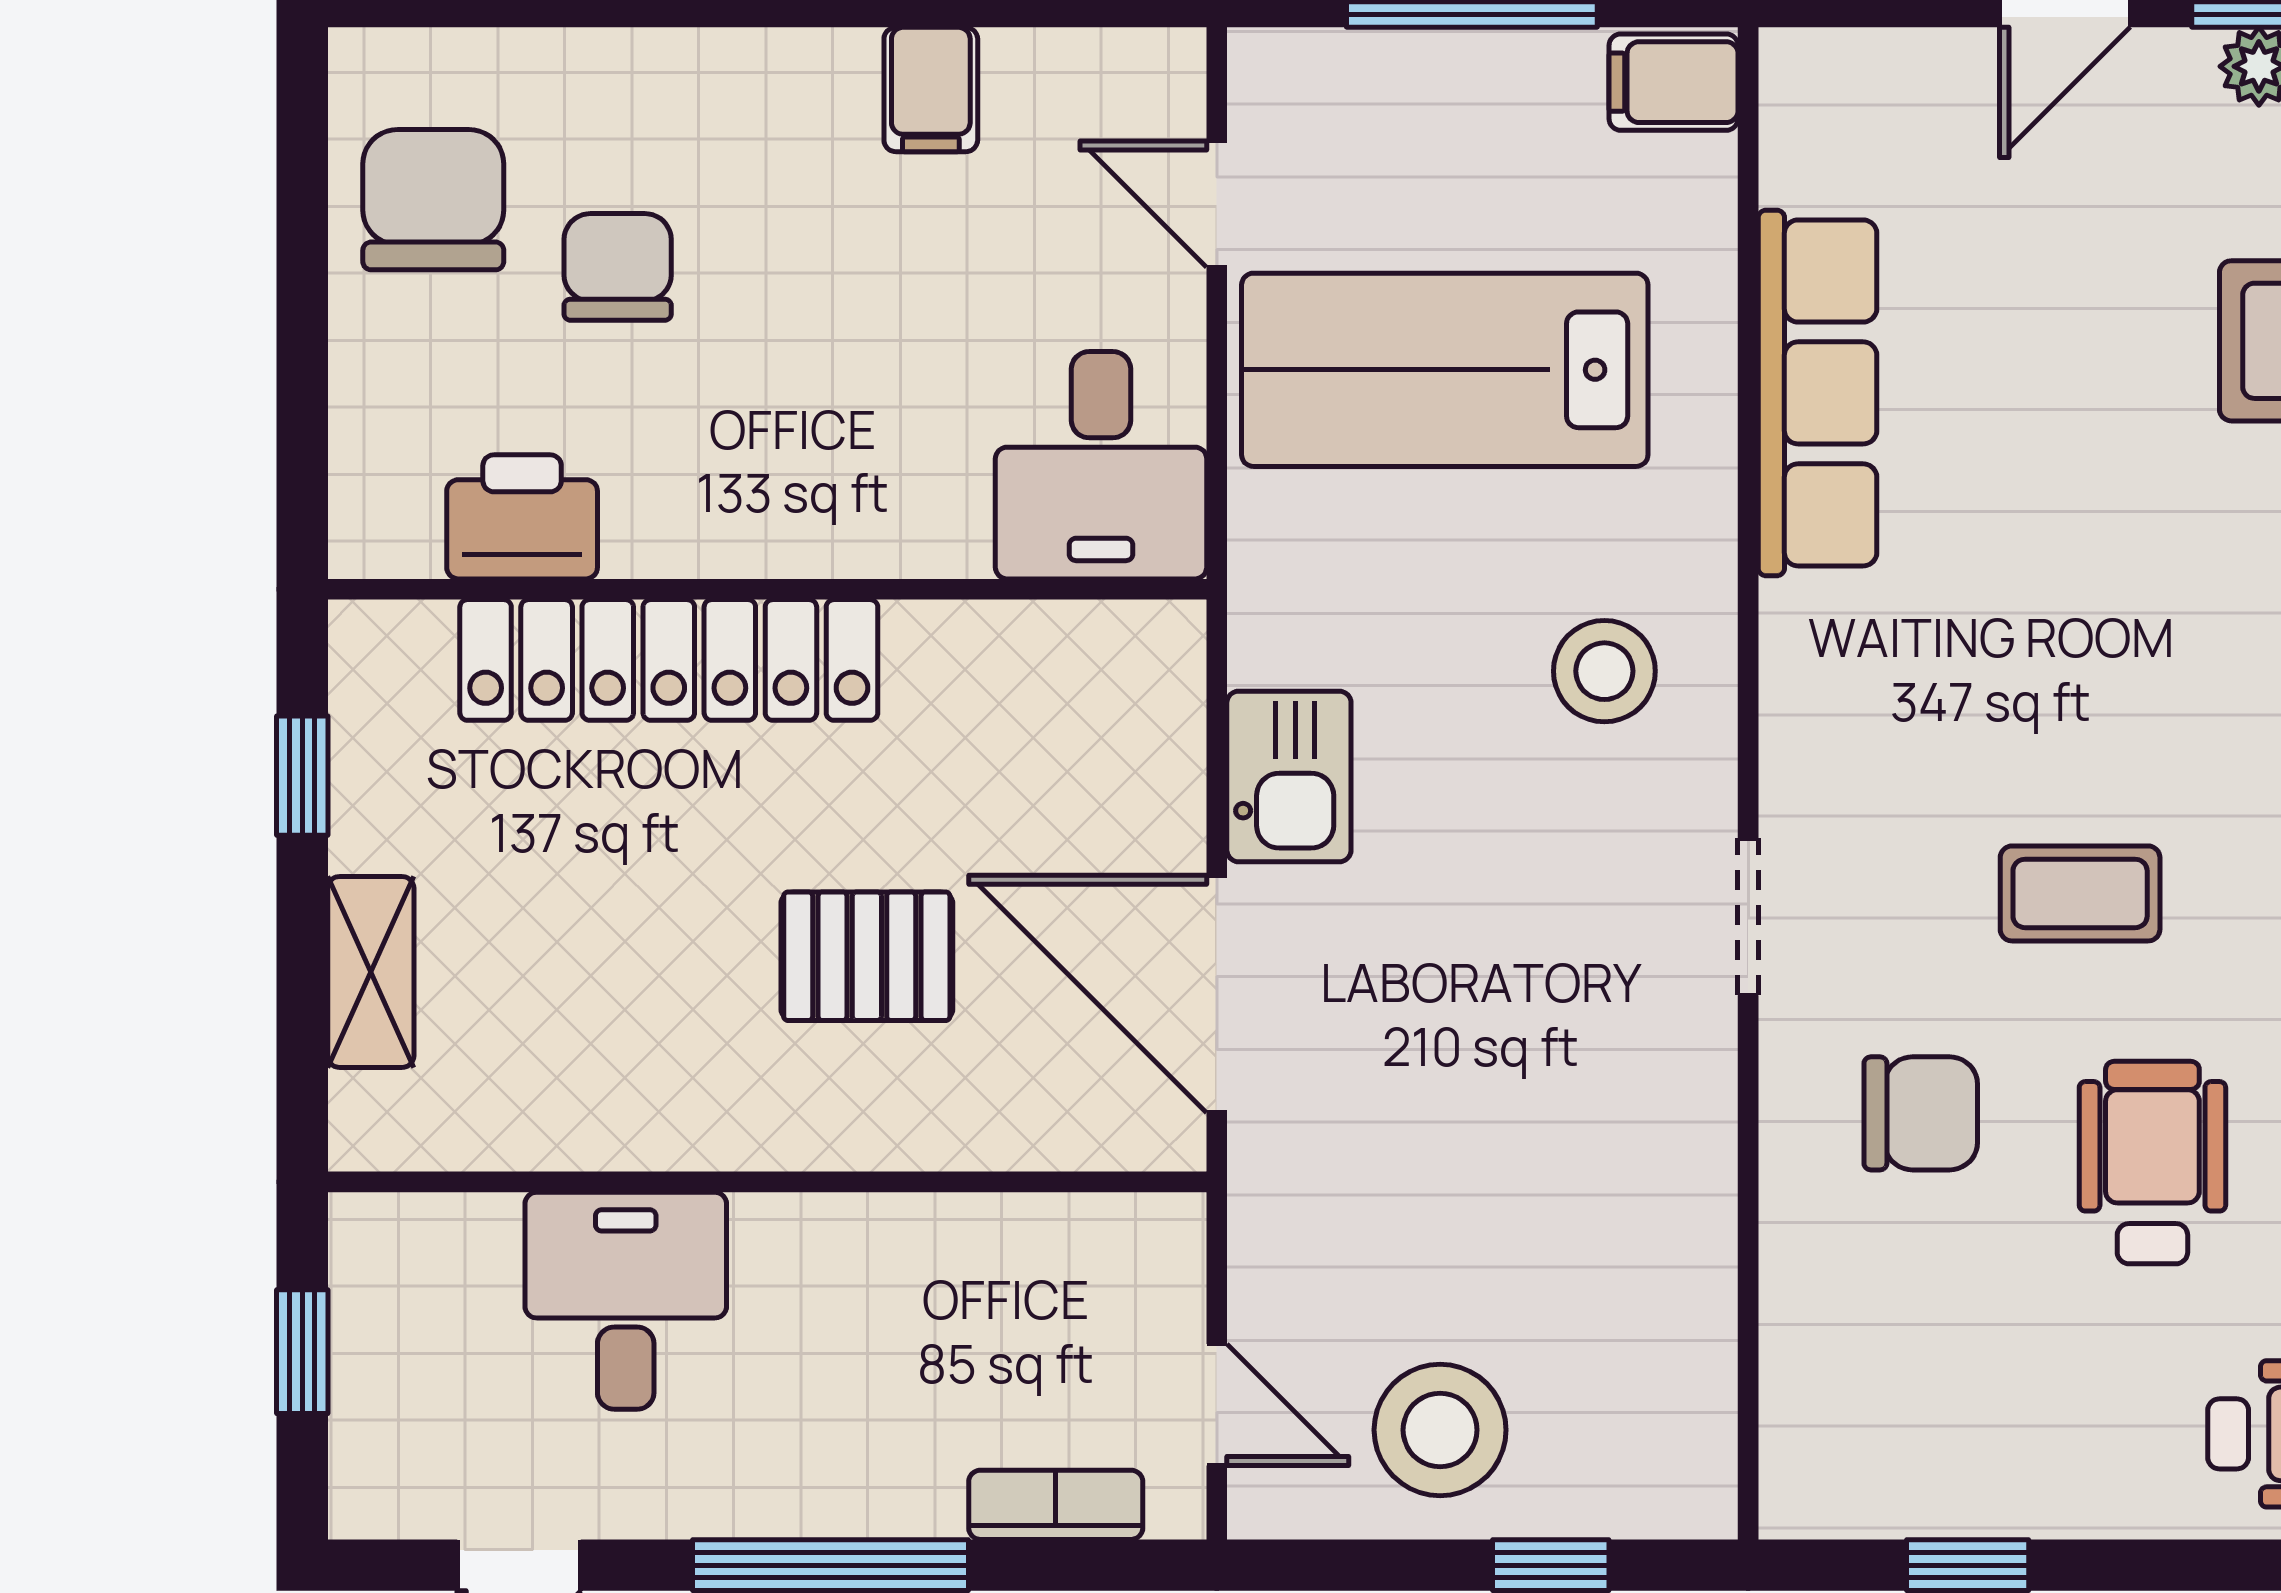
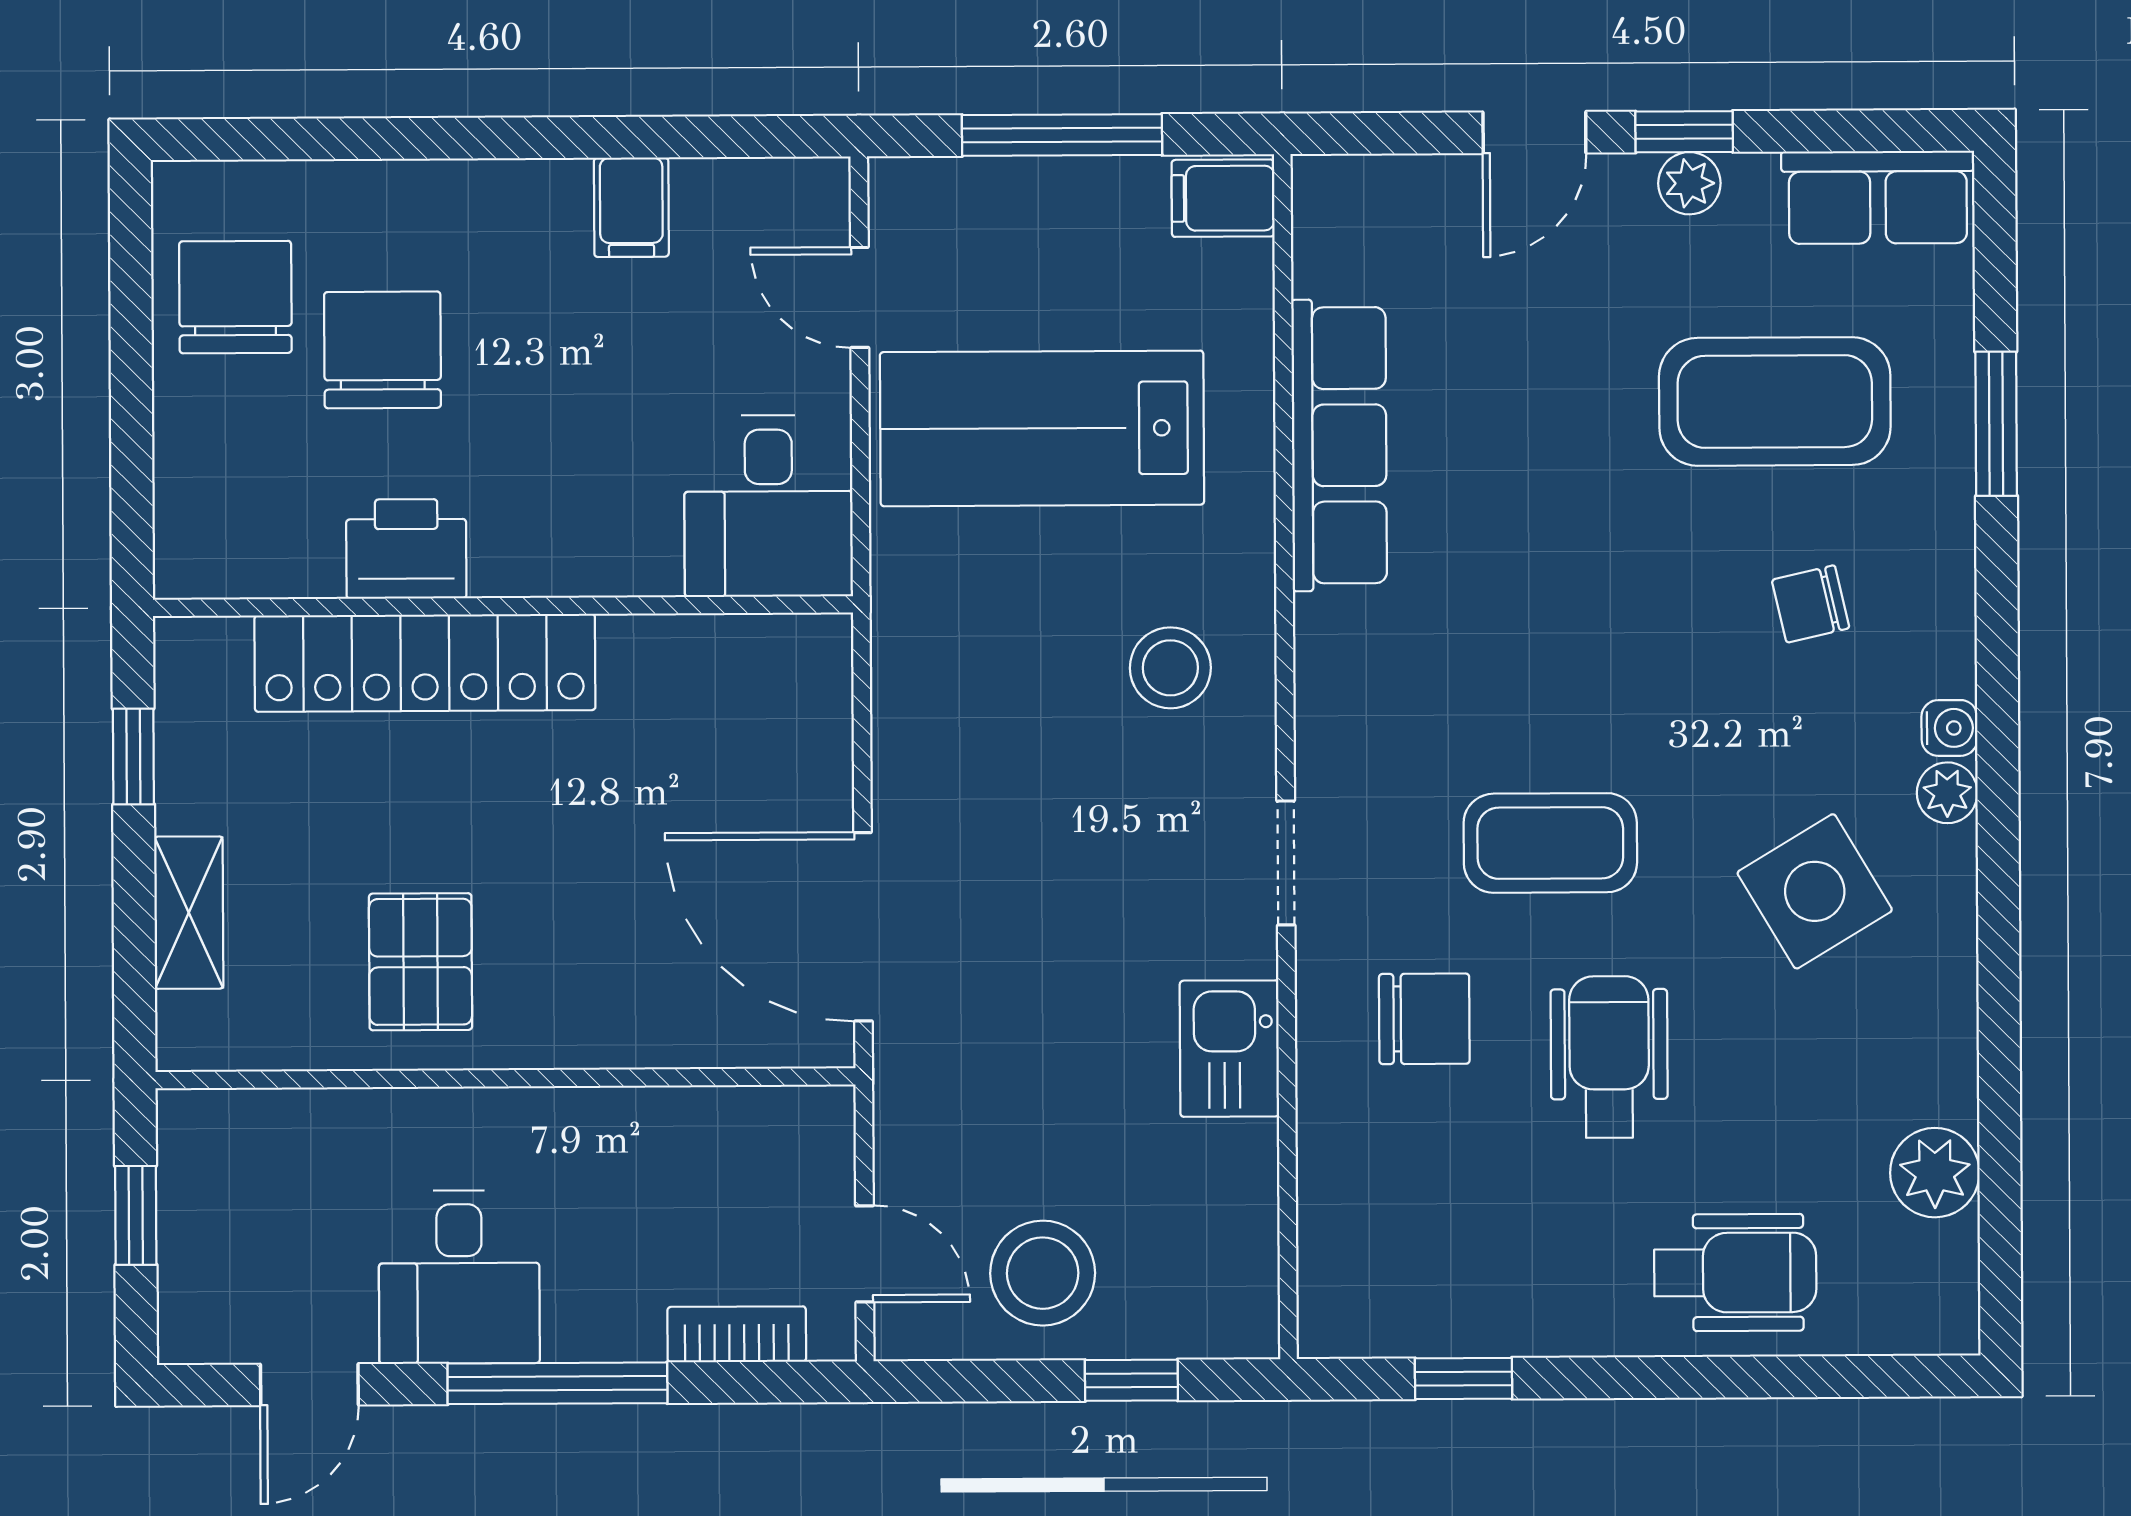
chair: (618, 267) -> (383, 350), width x1.37, depth x1.37
printer: (522, 517) -> (406, 549), moved
kitchen sink: (1289, 776) -> (1229, 1049), moved, turned 180
coffee table: (2080, 893) -> (1550, 843), width x1.36, depth x1.30
pallet: (867, 956) -> (420, 962), moved, turned 90
desk: (626, 1301) -> (459, 1277), moved, turned 180

